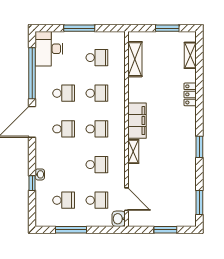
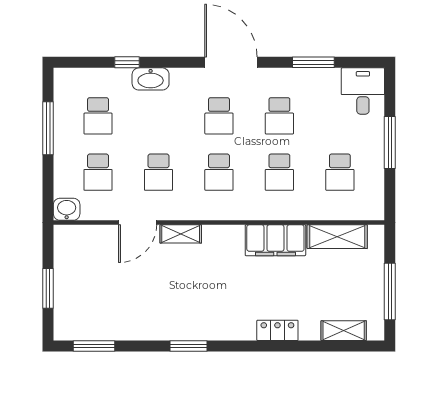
window: (167, 28) -> (390, 292), width x1.44
desk: (49, 49) -> (363, 91), width x0.73
window: (32, 73) -> (313, 62), width x0.47
filing cabinet: (137, 121) -> (275, 240), moved
washbasin: (40, 174) -> (151, 79), width x1.91, depth x1.45
door: (127, 199) -> (138, 223), moved

